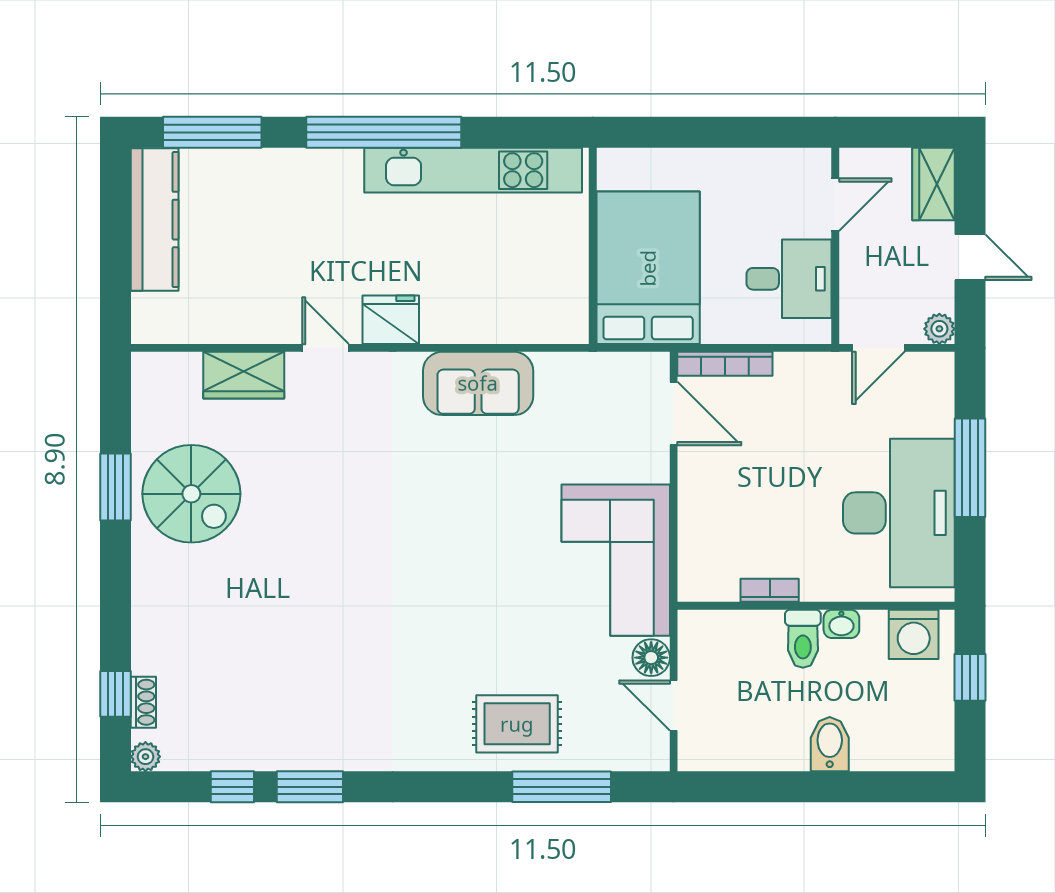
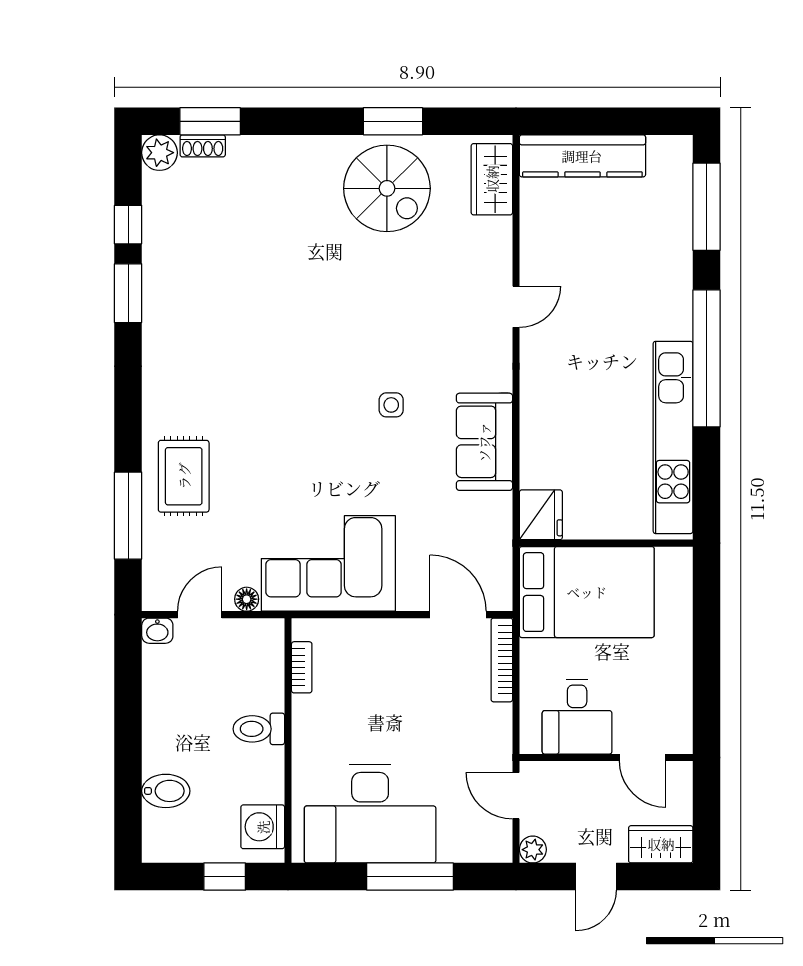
kitchen counter: (155, 220) -> (582, 156), moved
fridge: (391, 320) -> (541, 515), moved
wardrobe: (244, 375) -> (492, 179), moved
door: (674, 413) -> (458, 615), swing flipped
side table: (436, 489) -> (391, 405), added
spiral stairs: (191, 494) -> (387, 188), turned -90
bookcase: (770, 590) -> (302, 667), moved
washbasin: (841, 624) -> (157, 631), moved, turned -90
floor lamp: (651, 658) -> (247, 599), width x0.73, depth x0.73
window: (115, 694) -> (210, 121), width x1.50
bidet: (830, 744) -> (166, 791), moved
plant: (145, 757) -> (159, 153), width x1.38, depth x1.38

